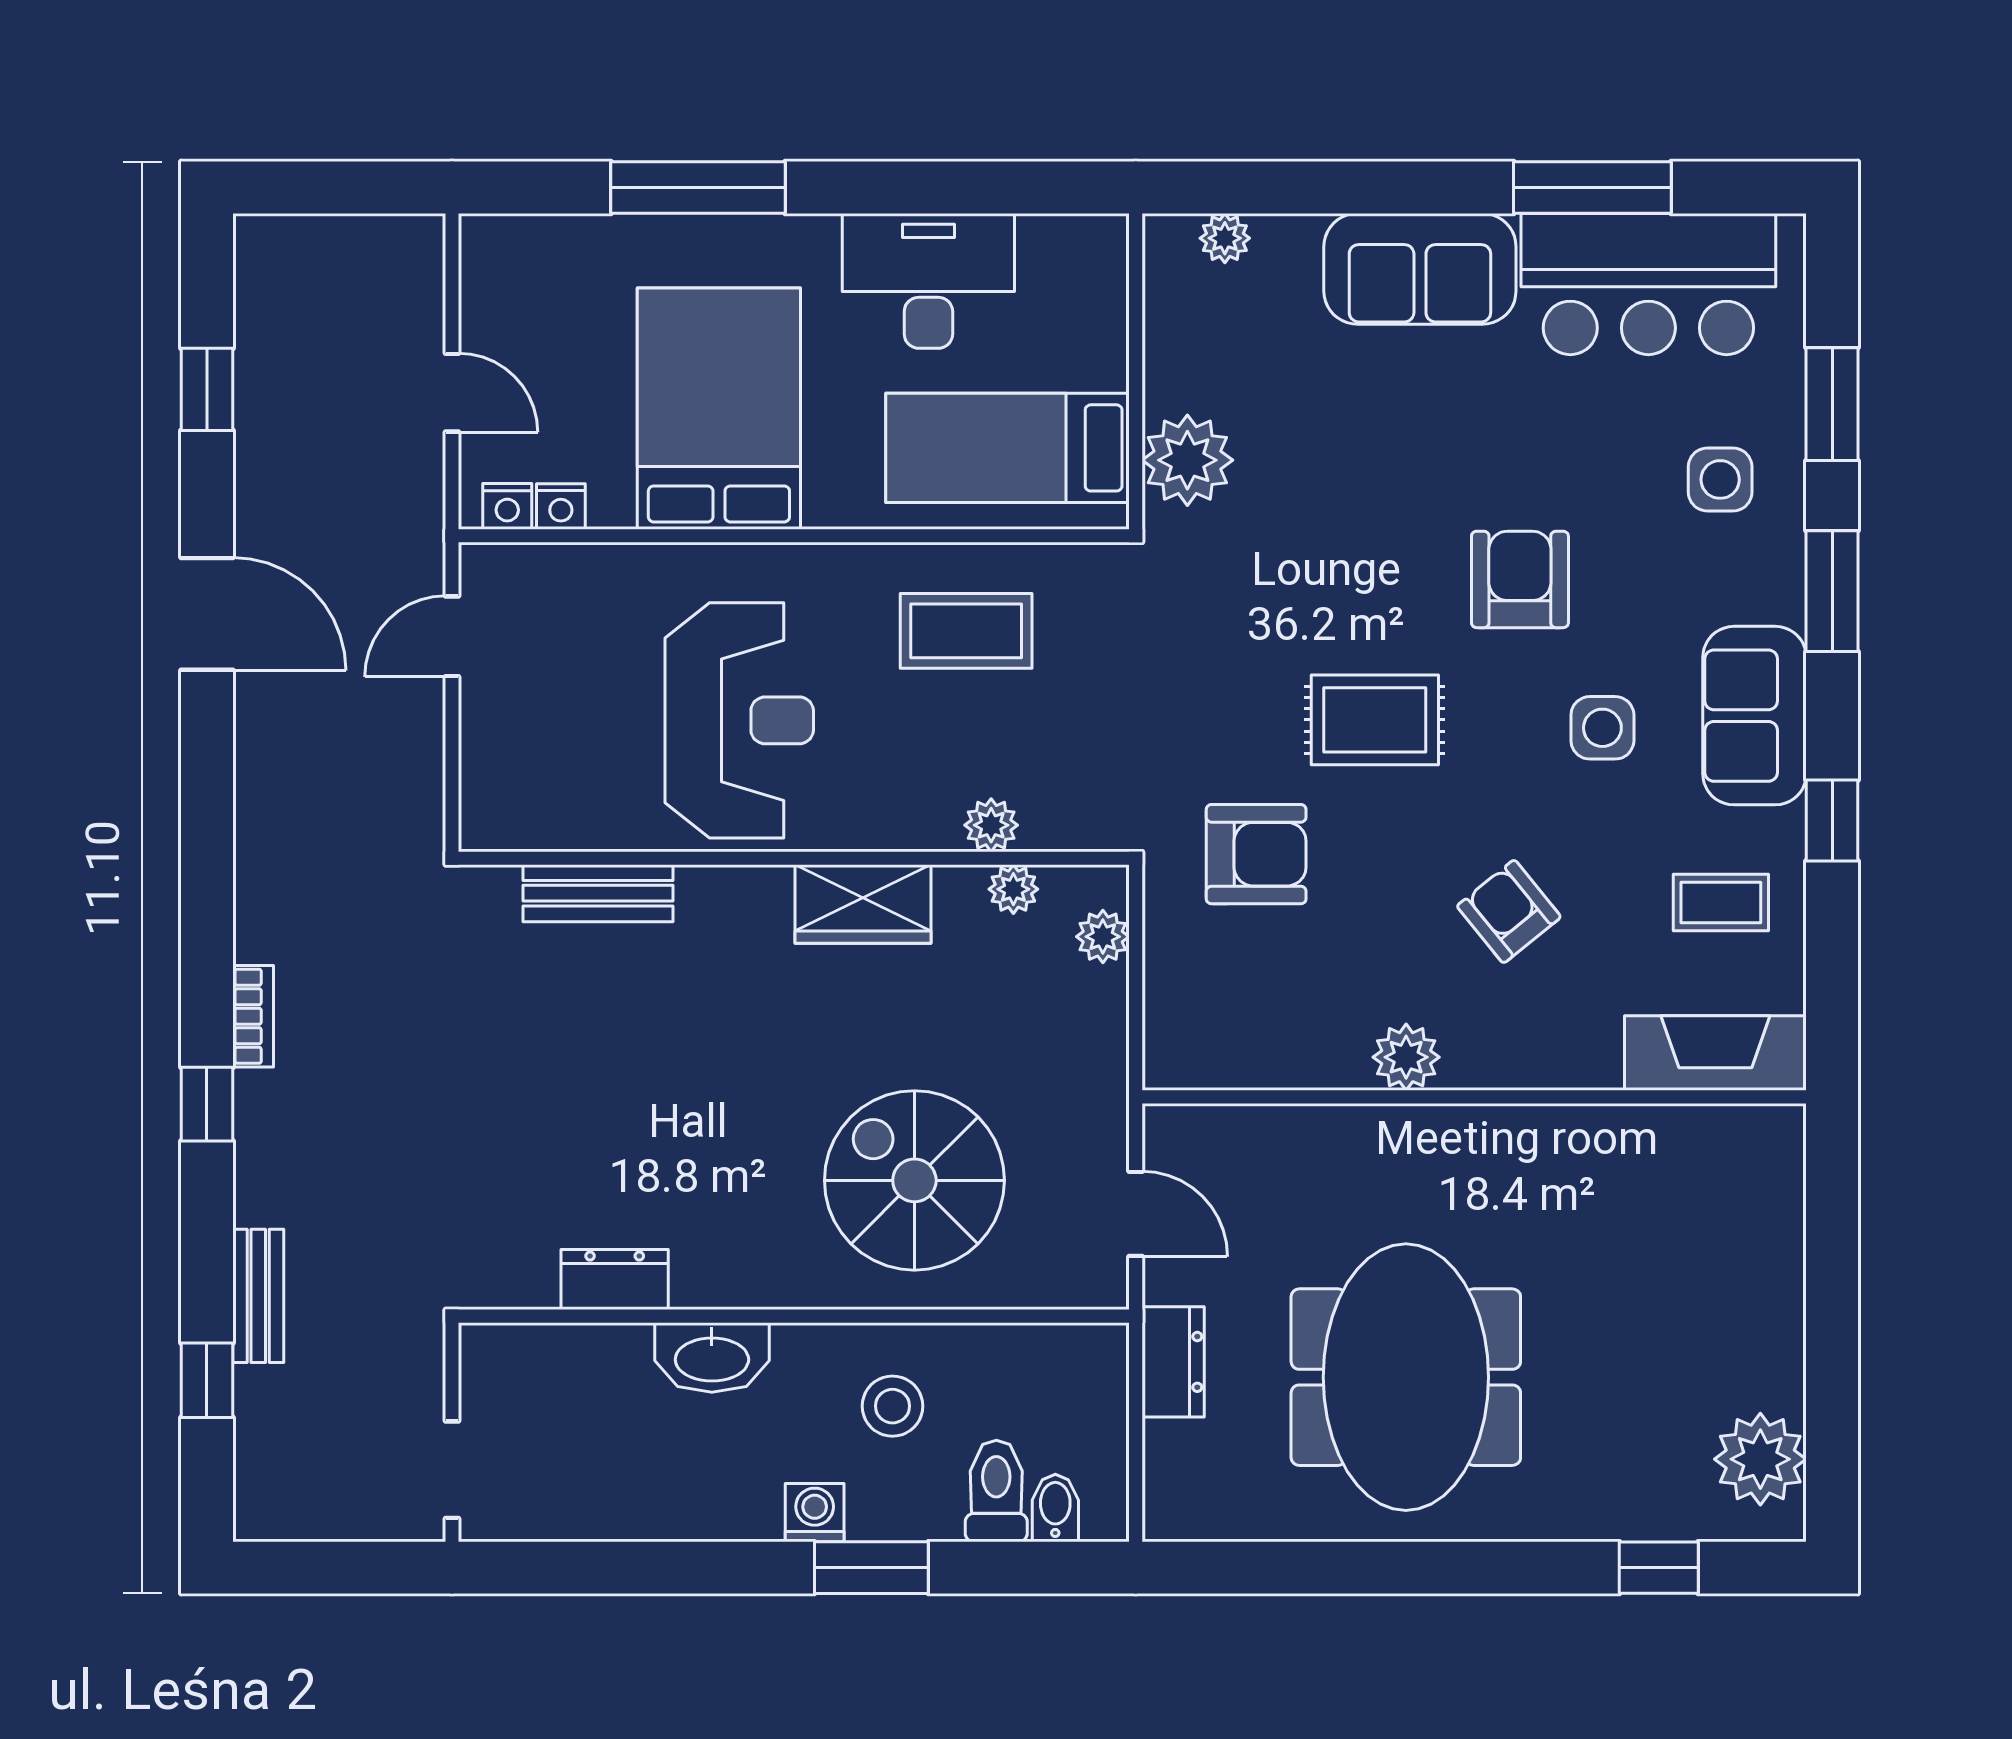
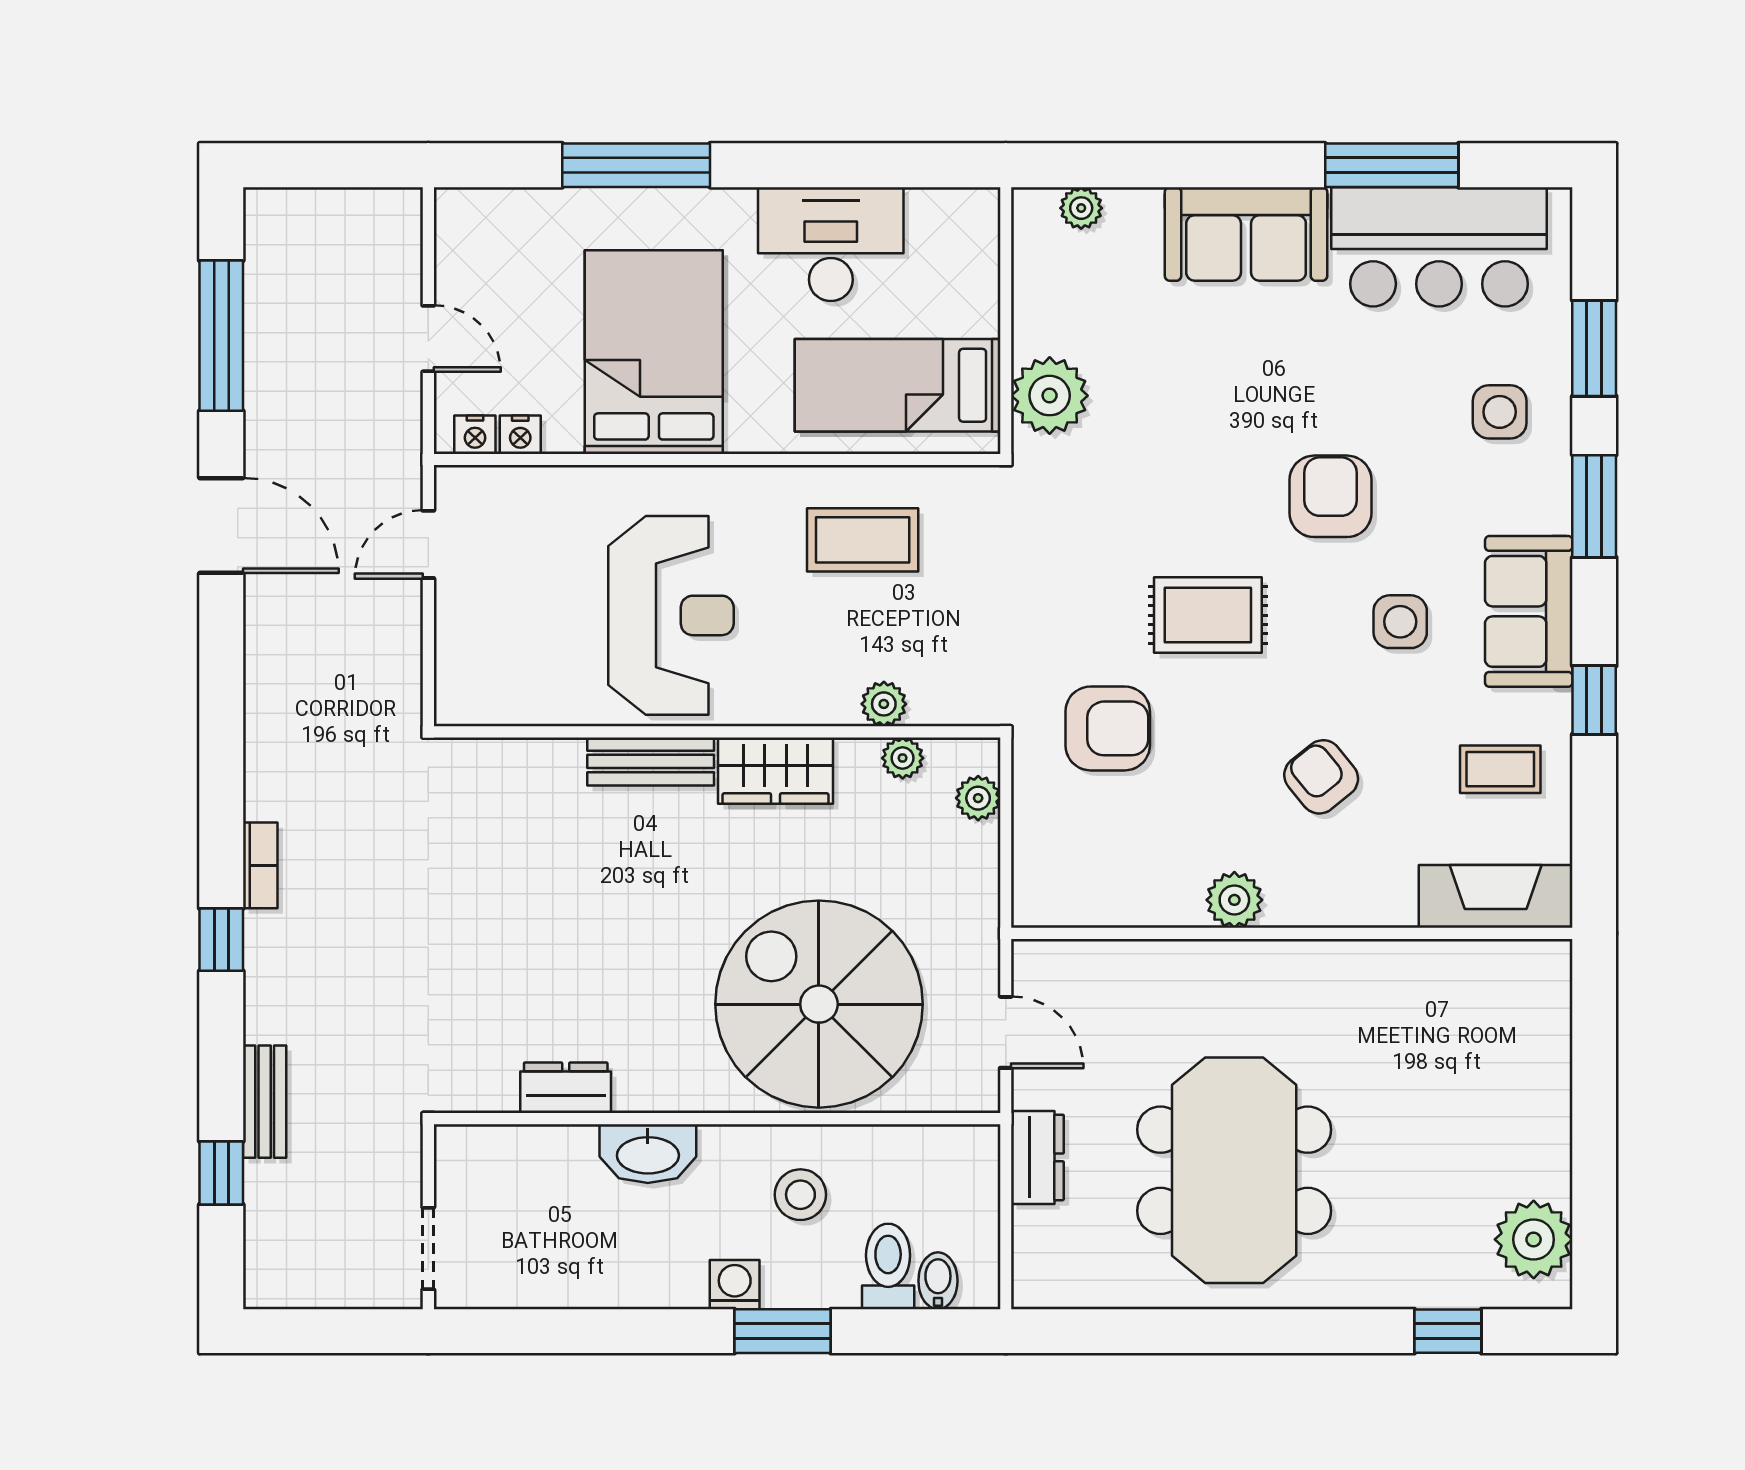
window: (207, 389) -> (221, 336), width x2.17
bench: (598, 893) -> (651, 761), moved
spiral stairs: (914, 1180) -> (819, 1004), width x1.37, depth x1.37

